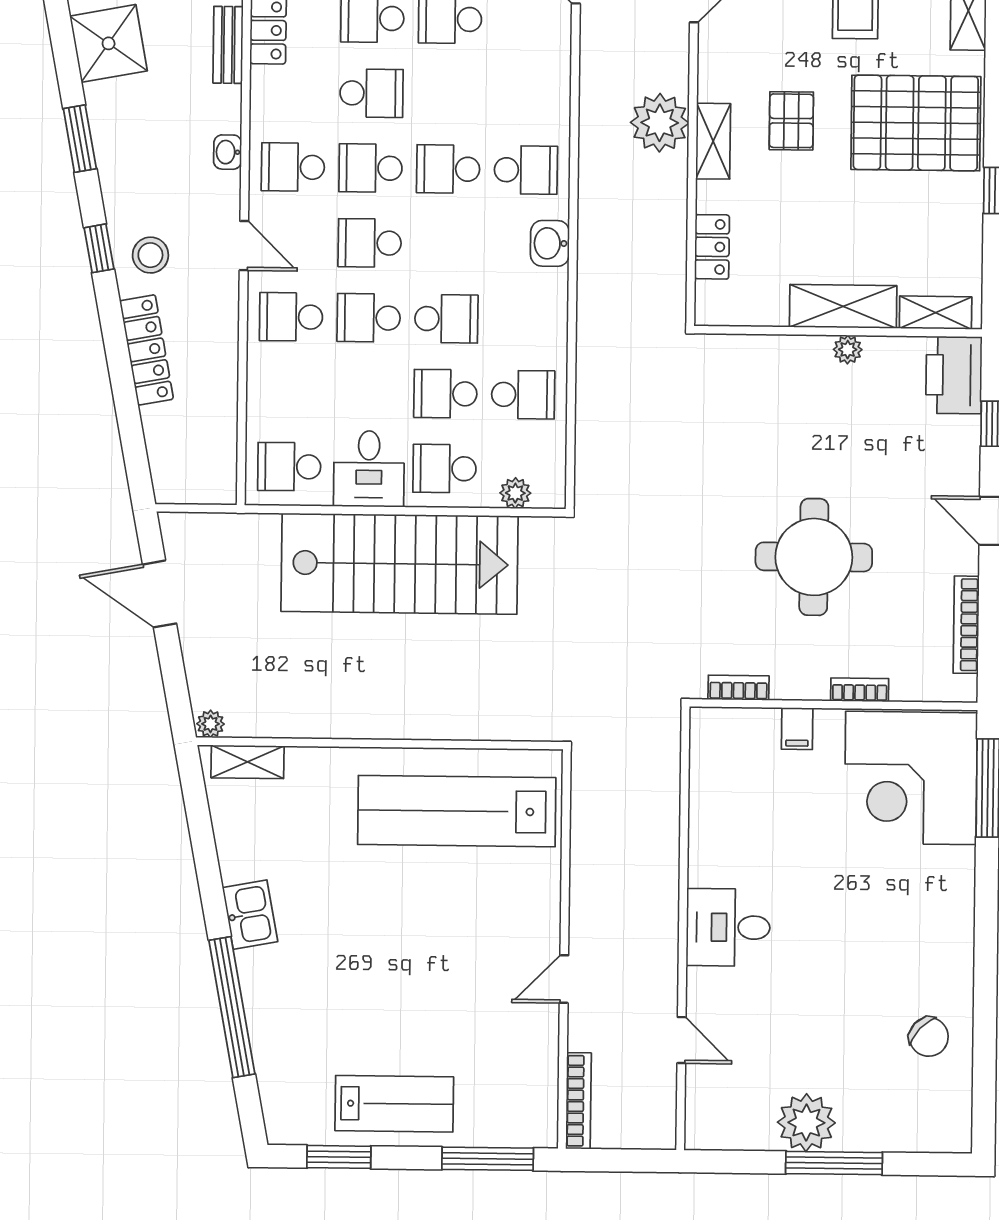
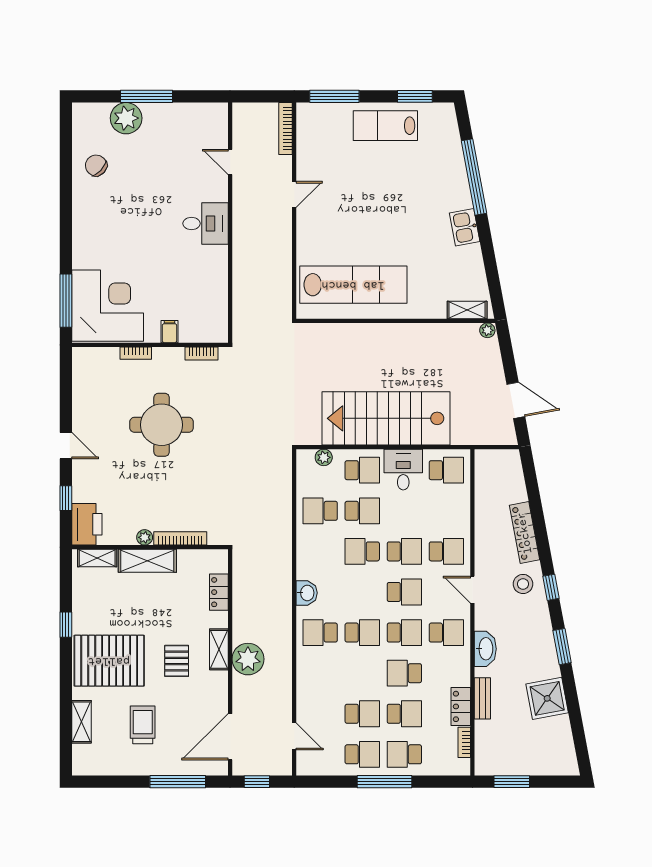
washbasin: (228, 152) -> (485, 649), width x1.91, depth x1.45
bookcase: (966, 625) -> (180, 538), moved, turned -90
plant: (806, 1123) -> (126, 118), moved

